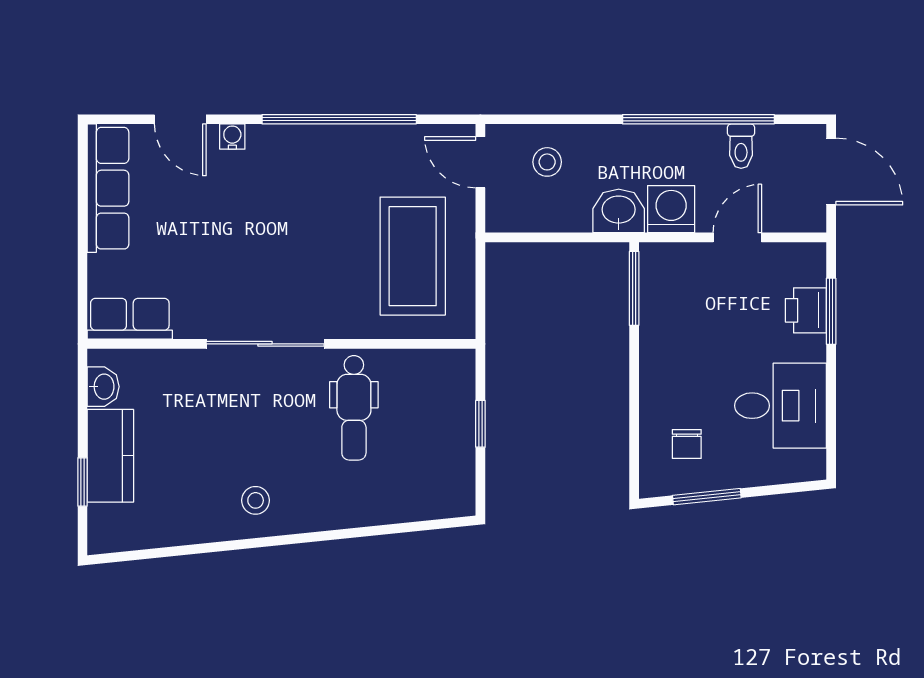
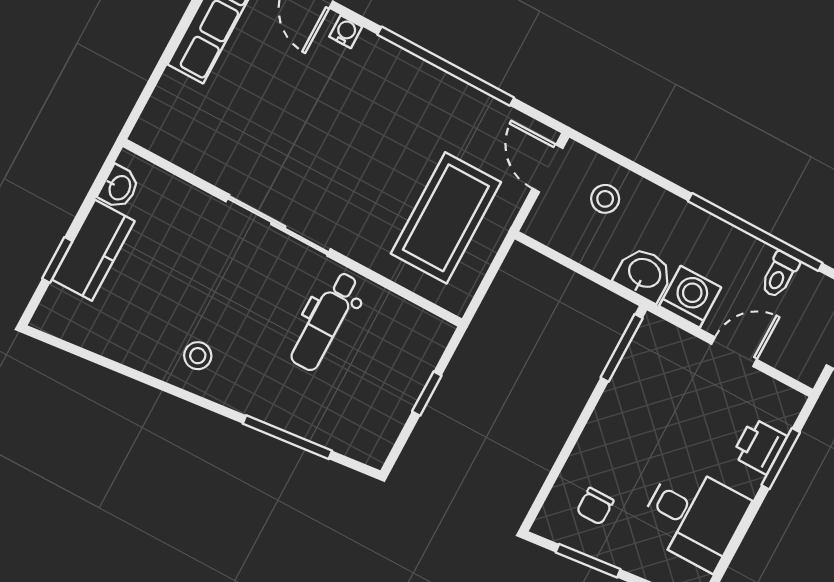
row of seats: (130, 319) -> (173, 141), removed
window: (376, 531) -> (287, 437), added

